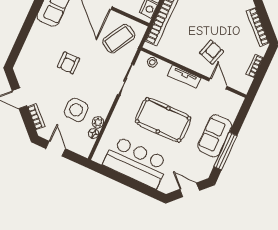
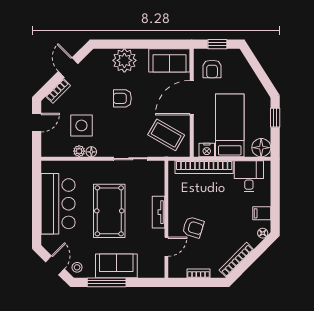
plant: (36, 46) -> (124, 60), added
stool: (152, 62) -> (77, 267), moved
floor lamp: (94, 133) -> (91, 152), moved

